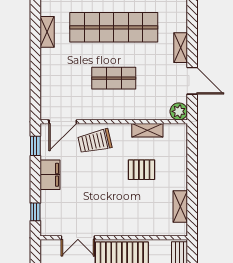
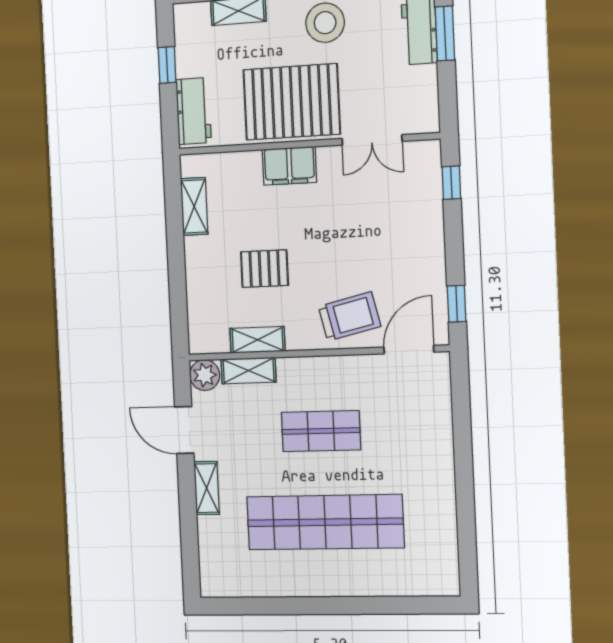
shelving: (47, 32) -> (249, 371), moved, turned 90
filing cabinet: (50, 175) -> (289, 166), moved, turned -90
double door: (78, 238) -> (372, 140), swing flipped

